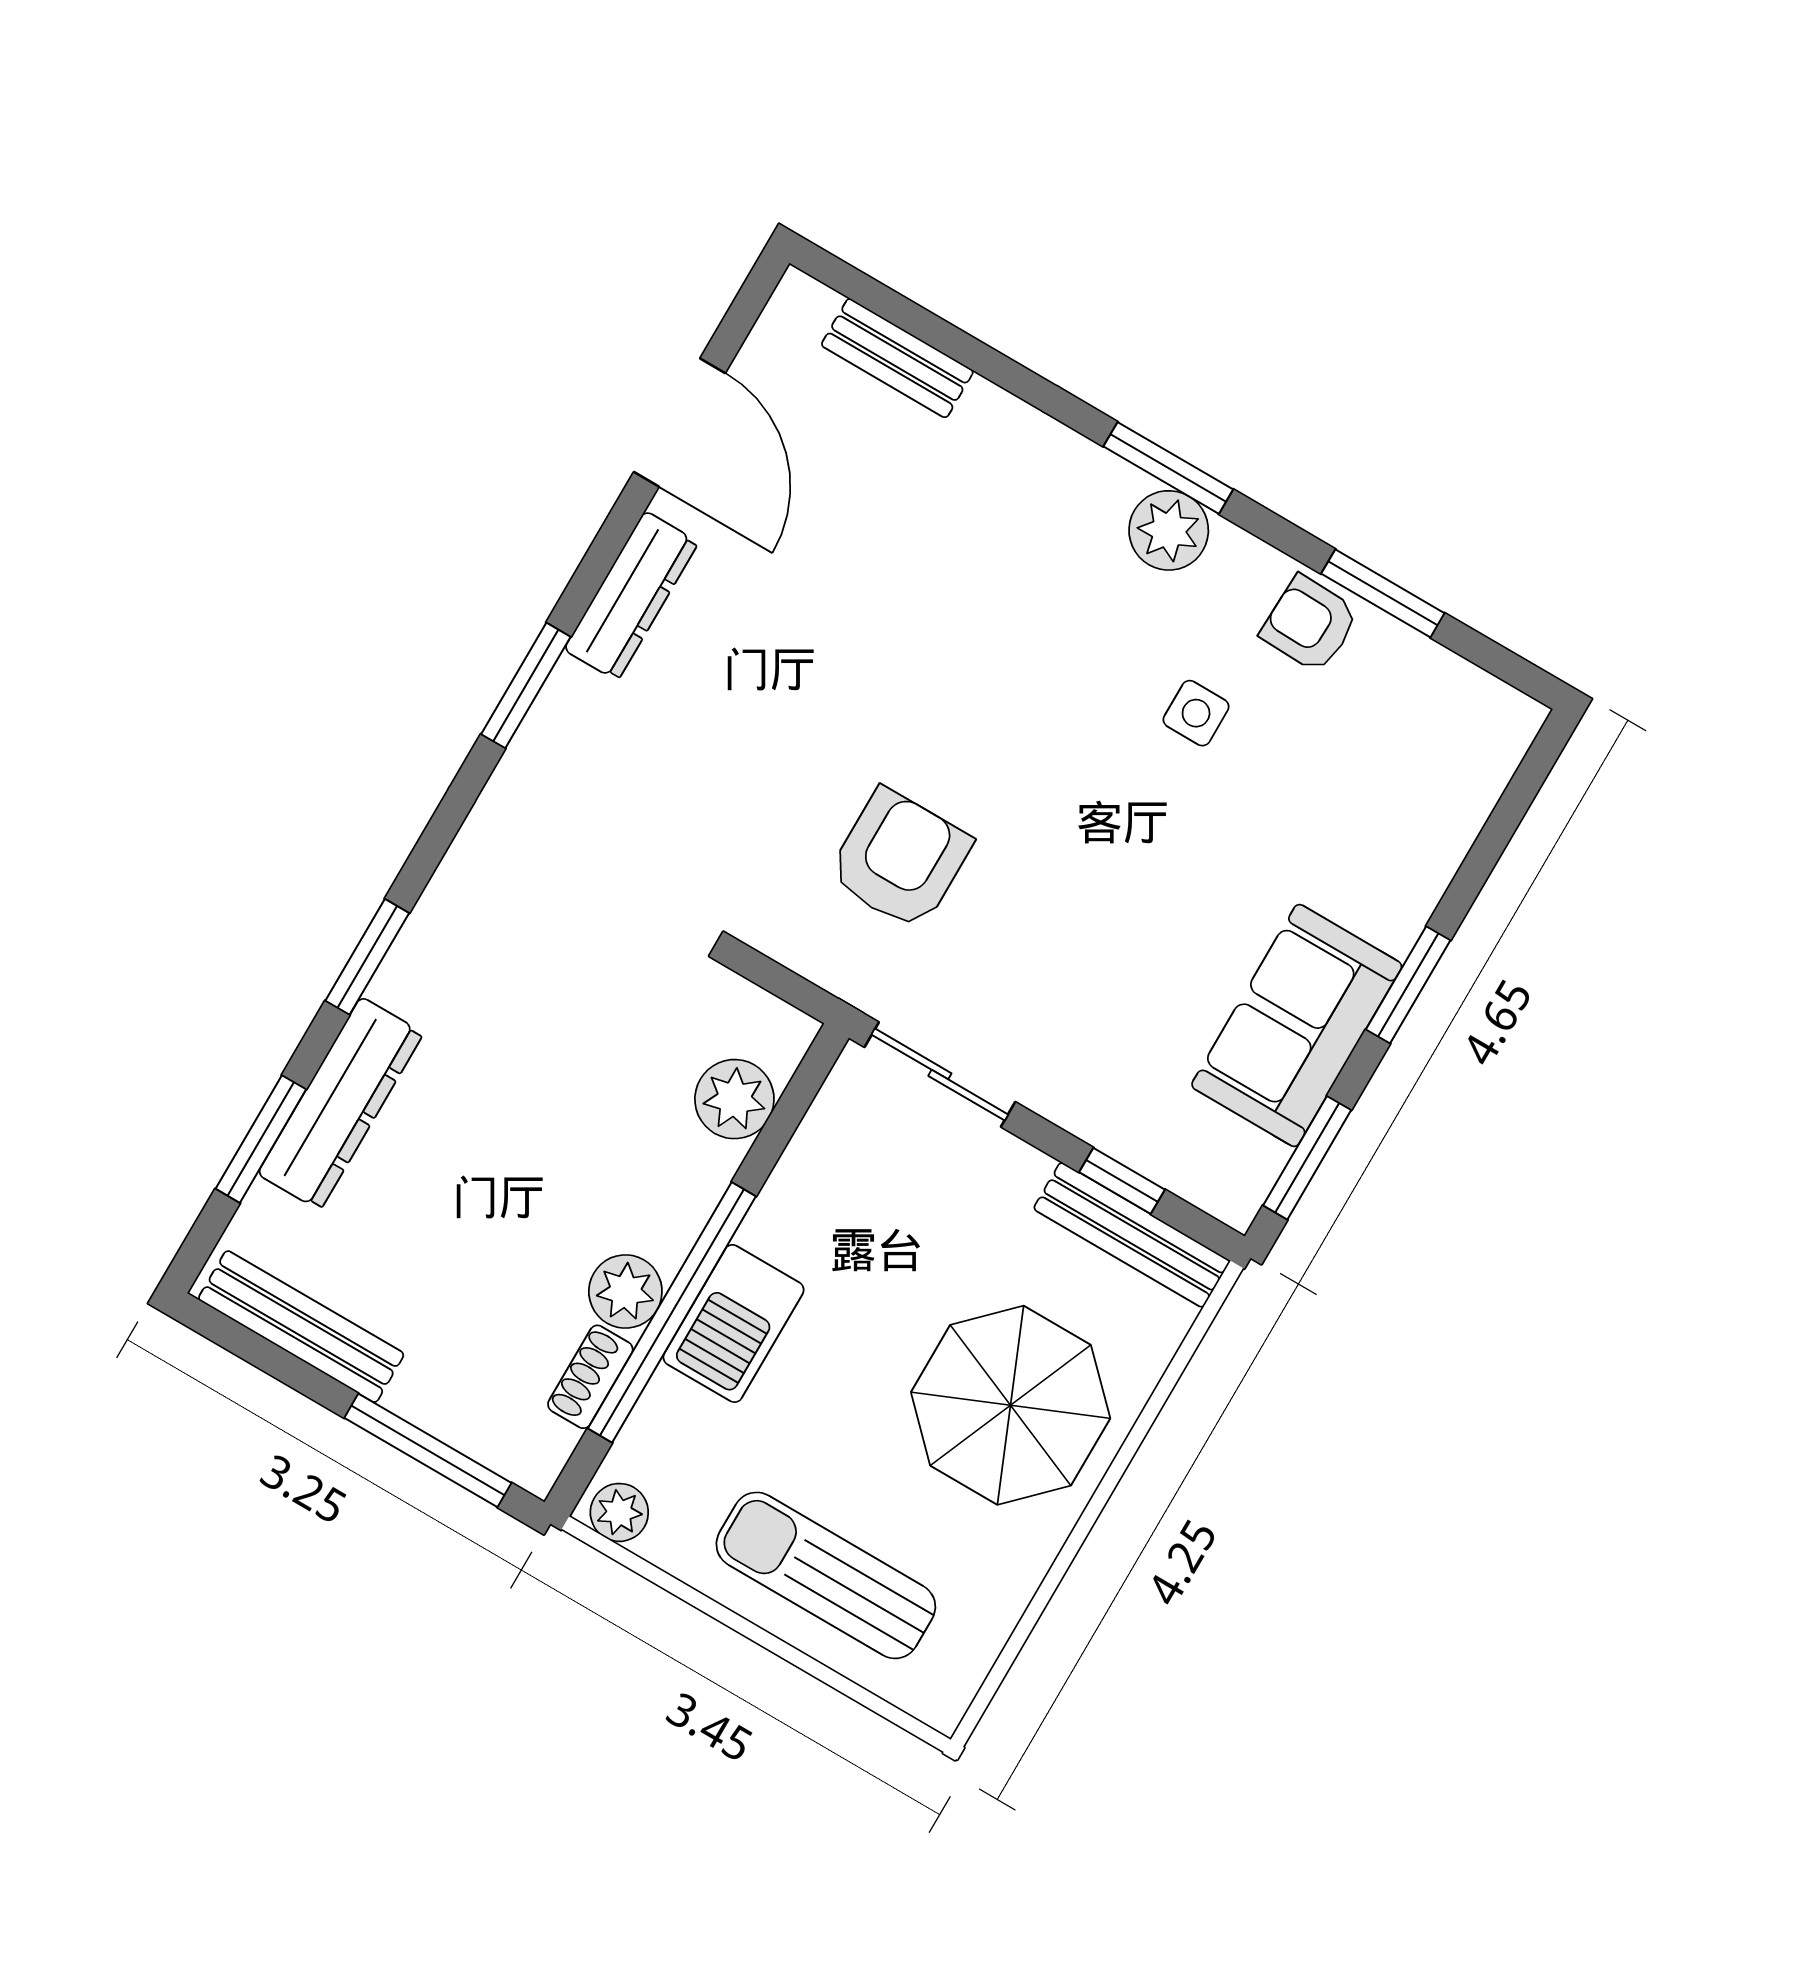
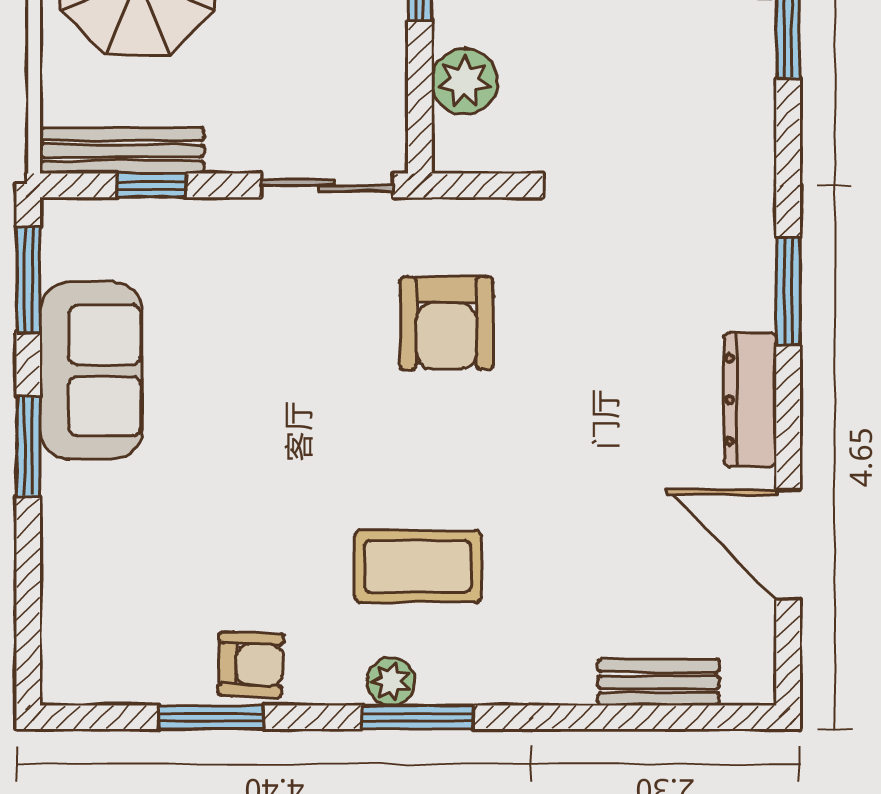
plant: (1169, 530) -> (391, 681), width x0.73, depth x0.73
coffee table: (1077, 624) -> (418, 566), added
side table: (1196, 713) -> (295, 553), removed

